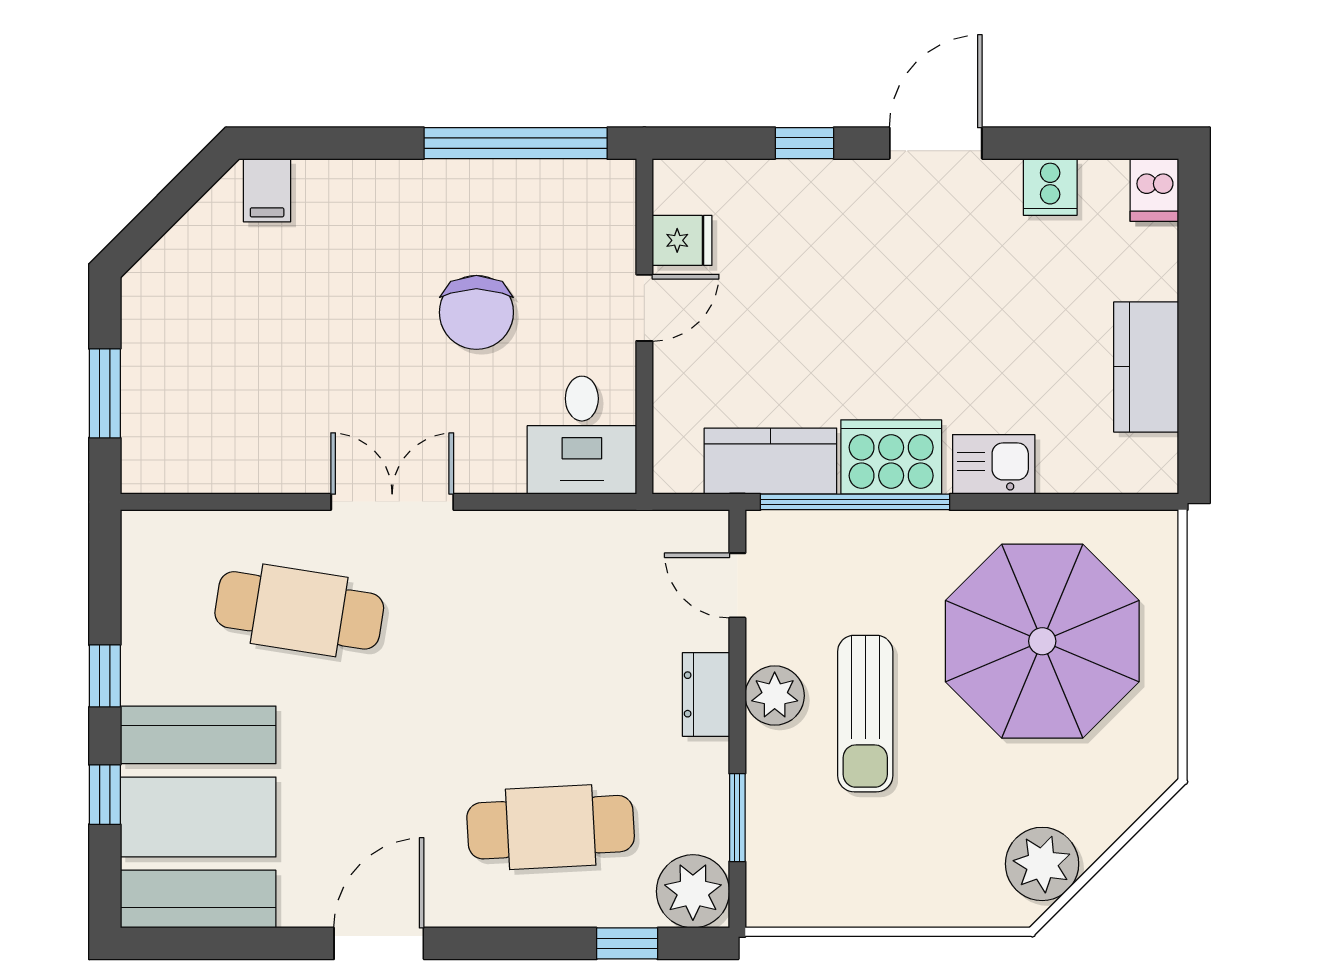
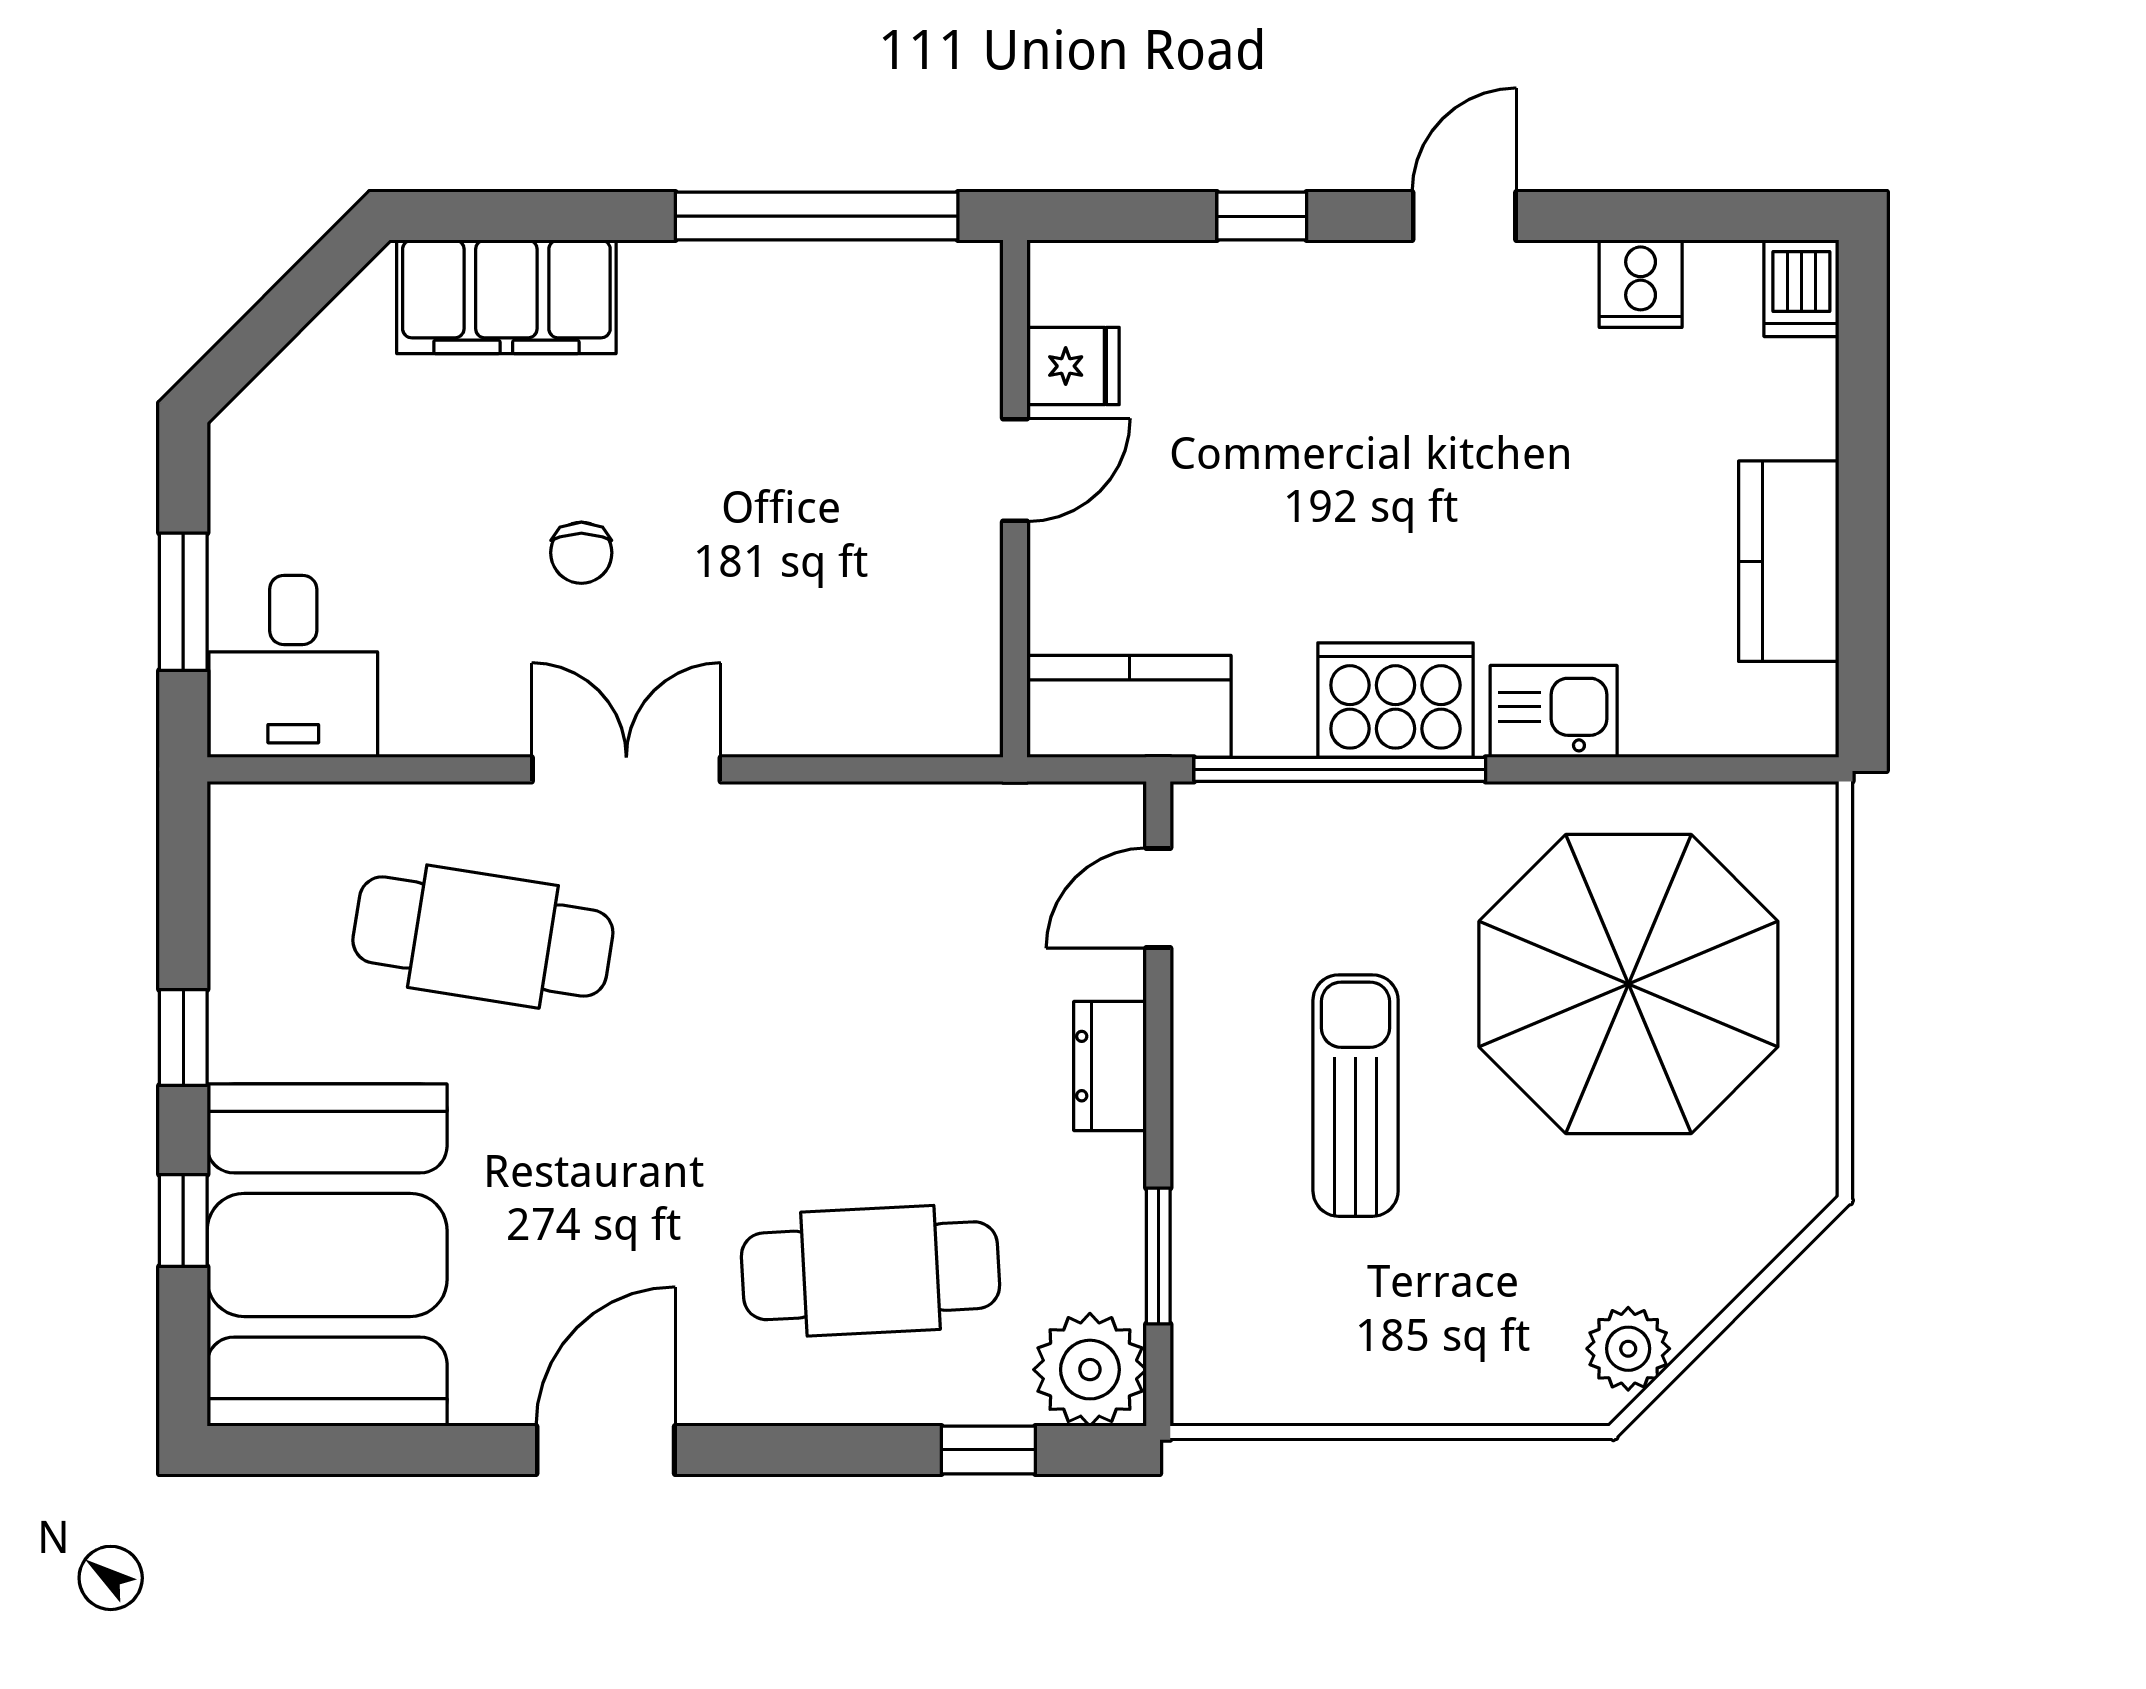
door: (936, 143) -> (1464, 216), width x0.73
filing cabinet: (267, 190) -> (506, 297), width x3.00, depth x1.17
chair: (476, 312) -> (581, 553), moved, width x0.54, depth x0.54
desk: (582, 435) -> (293, 666), moved
kitchen counter: (770, 461) -> (1129, 706), moved
door: (737, 585) -> (1158, 898), hinge flipped
plant: (775, 696) -> (1216, 1068), removed
sun lounger: (865, 714) -> (1356, 1096), turned 180
plant: (1042, 864) -> (1628, 1349), width x0.73, depth x0.73

